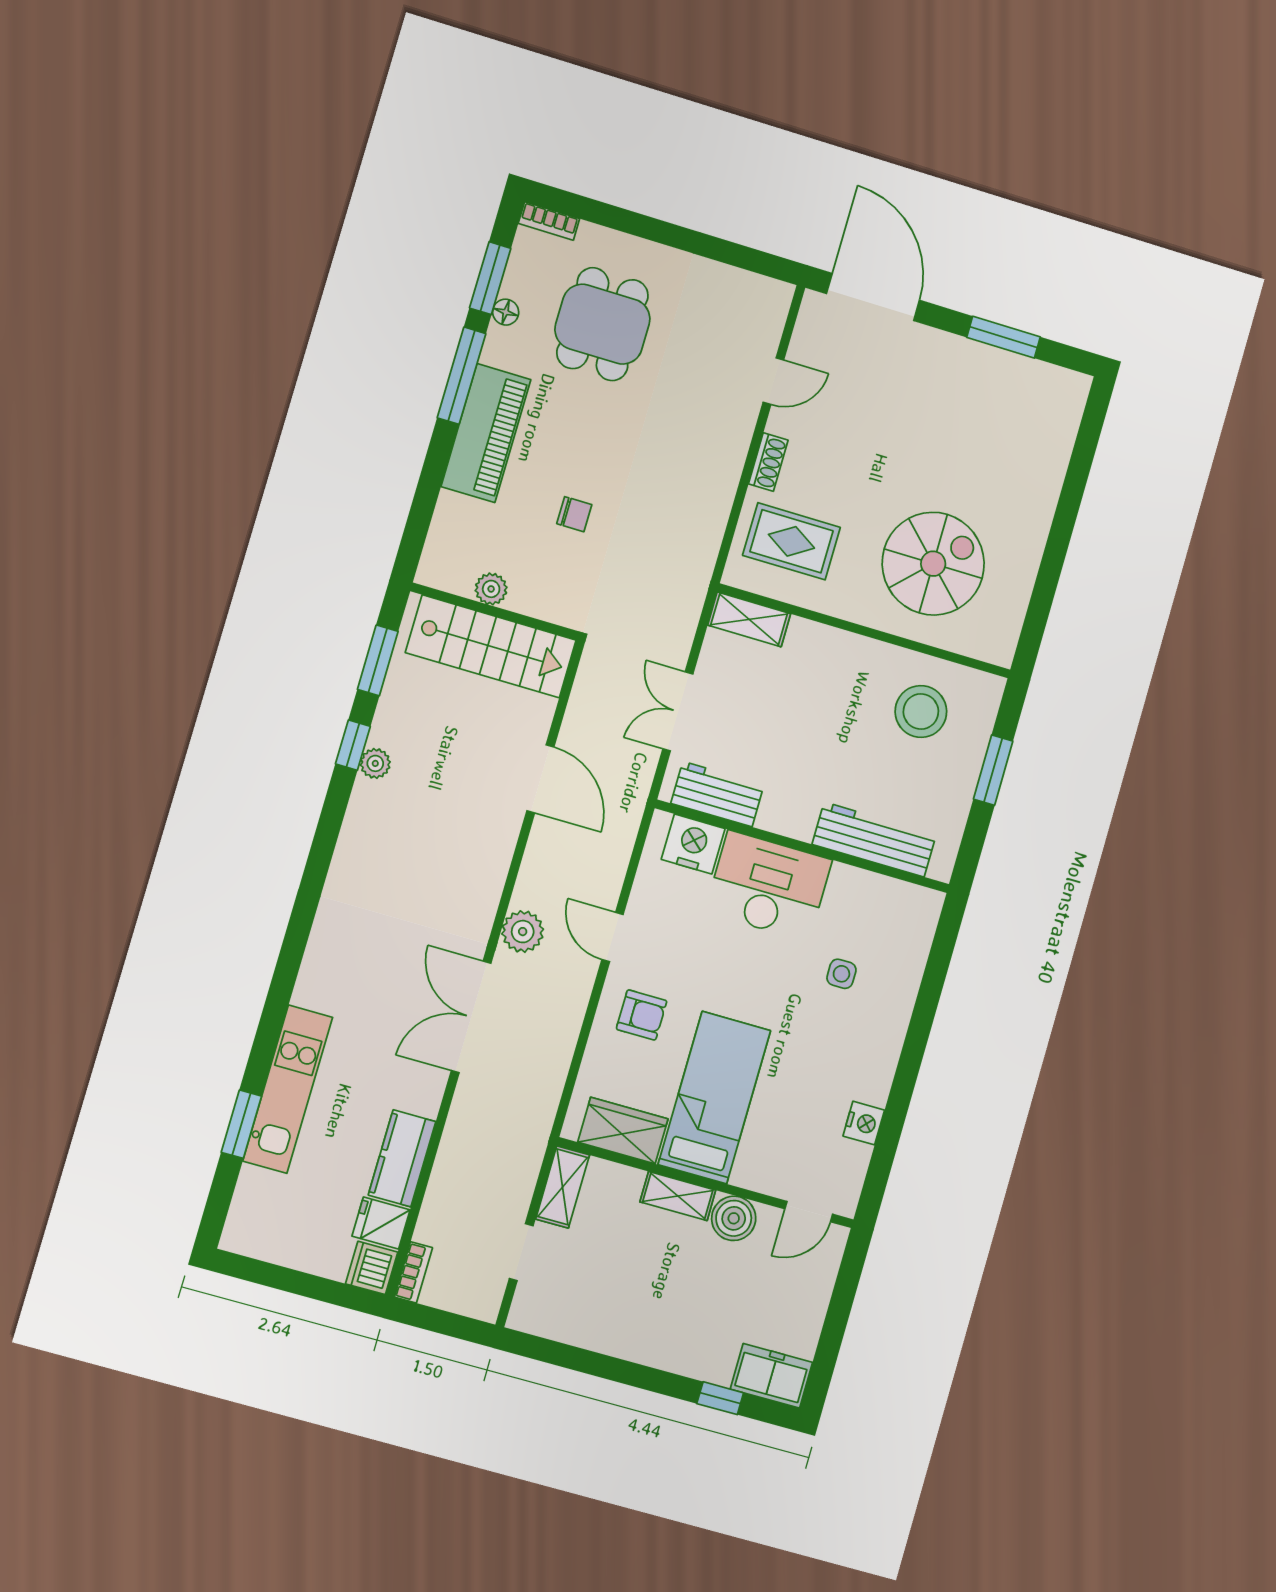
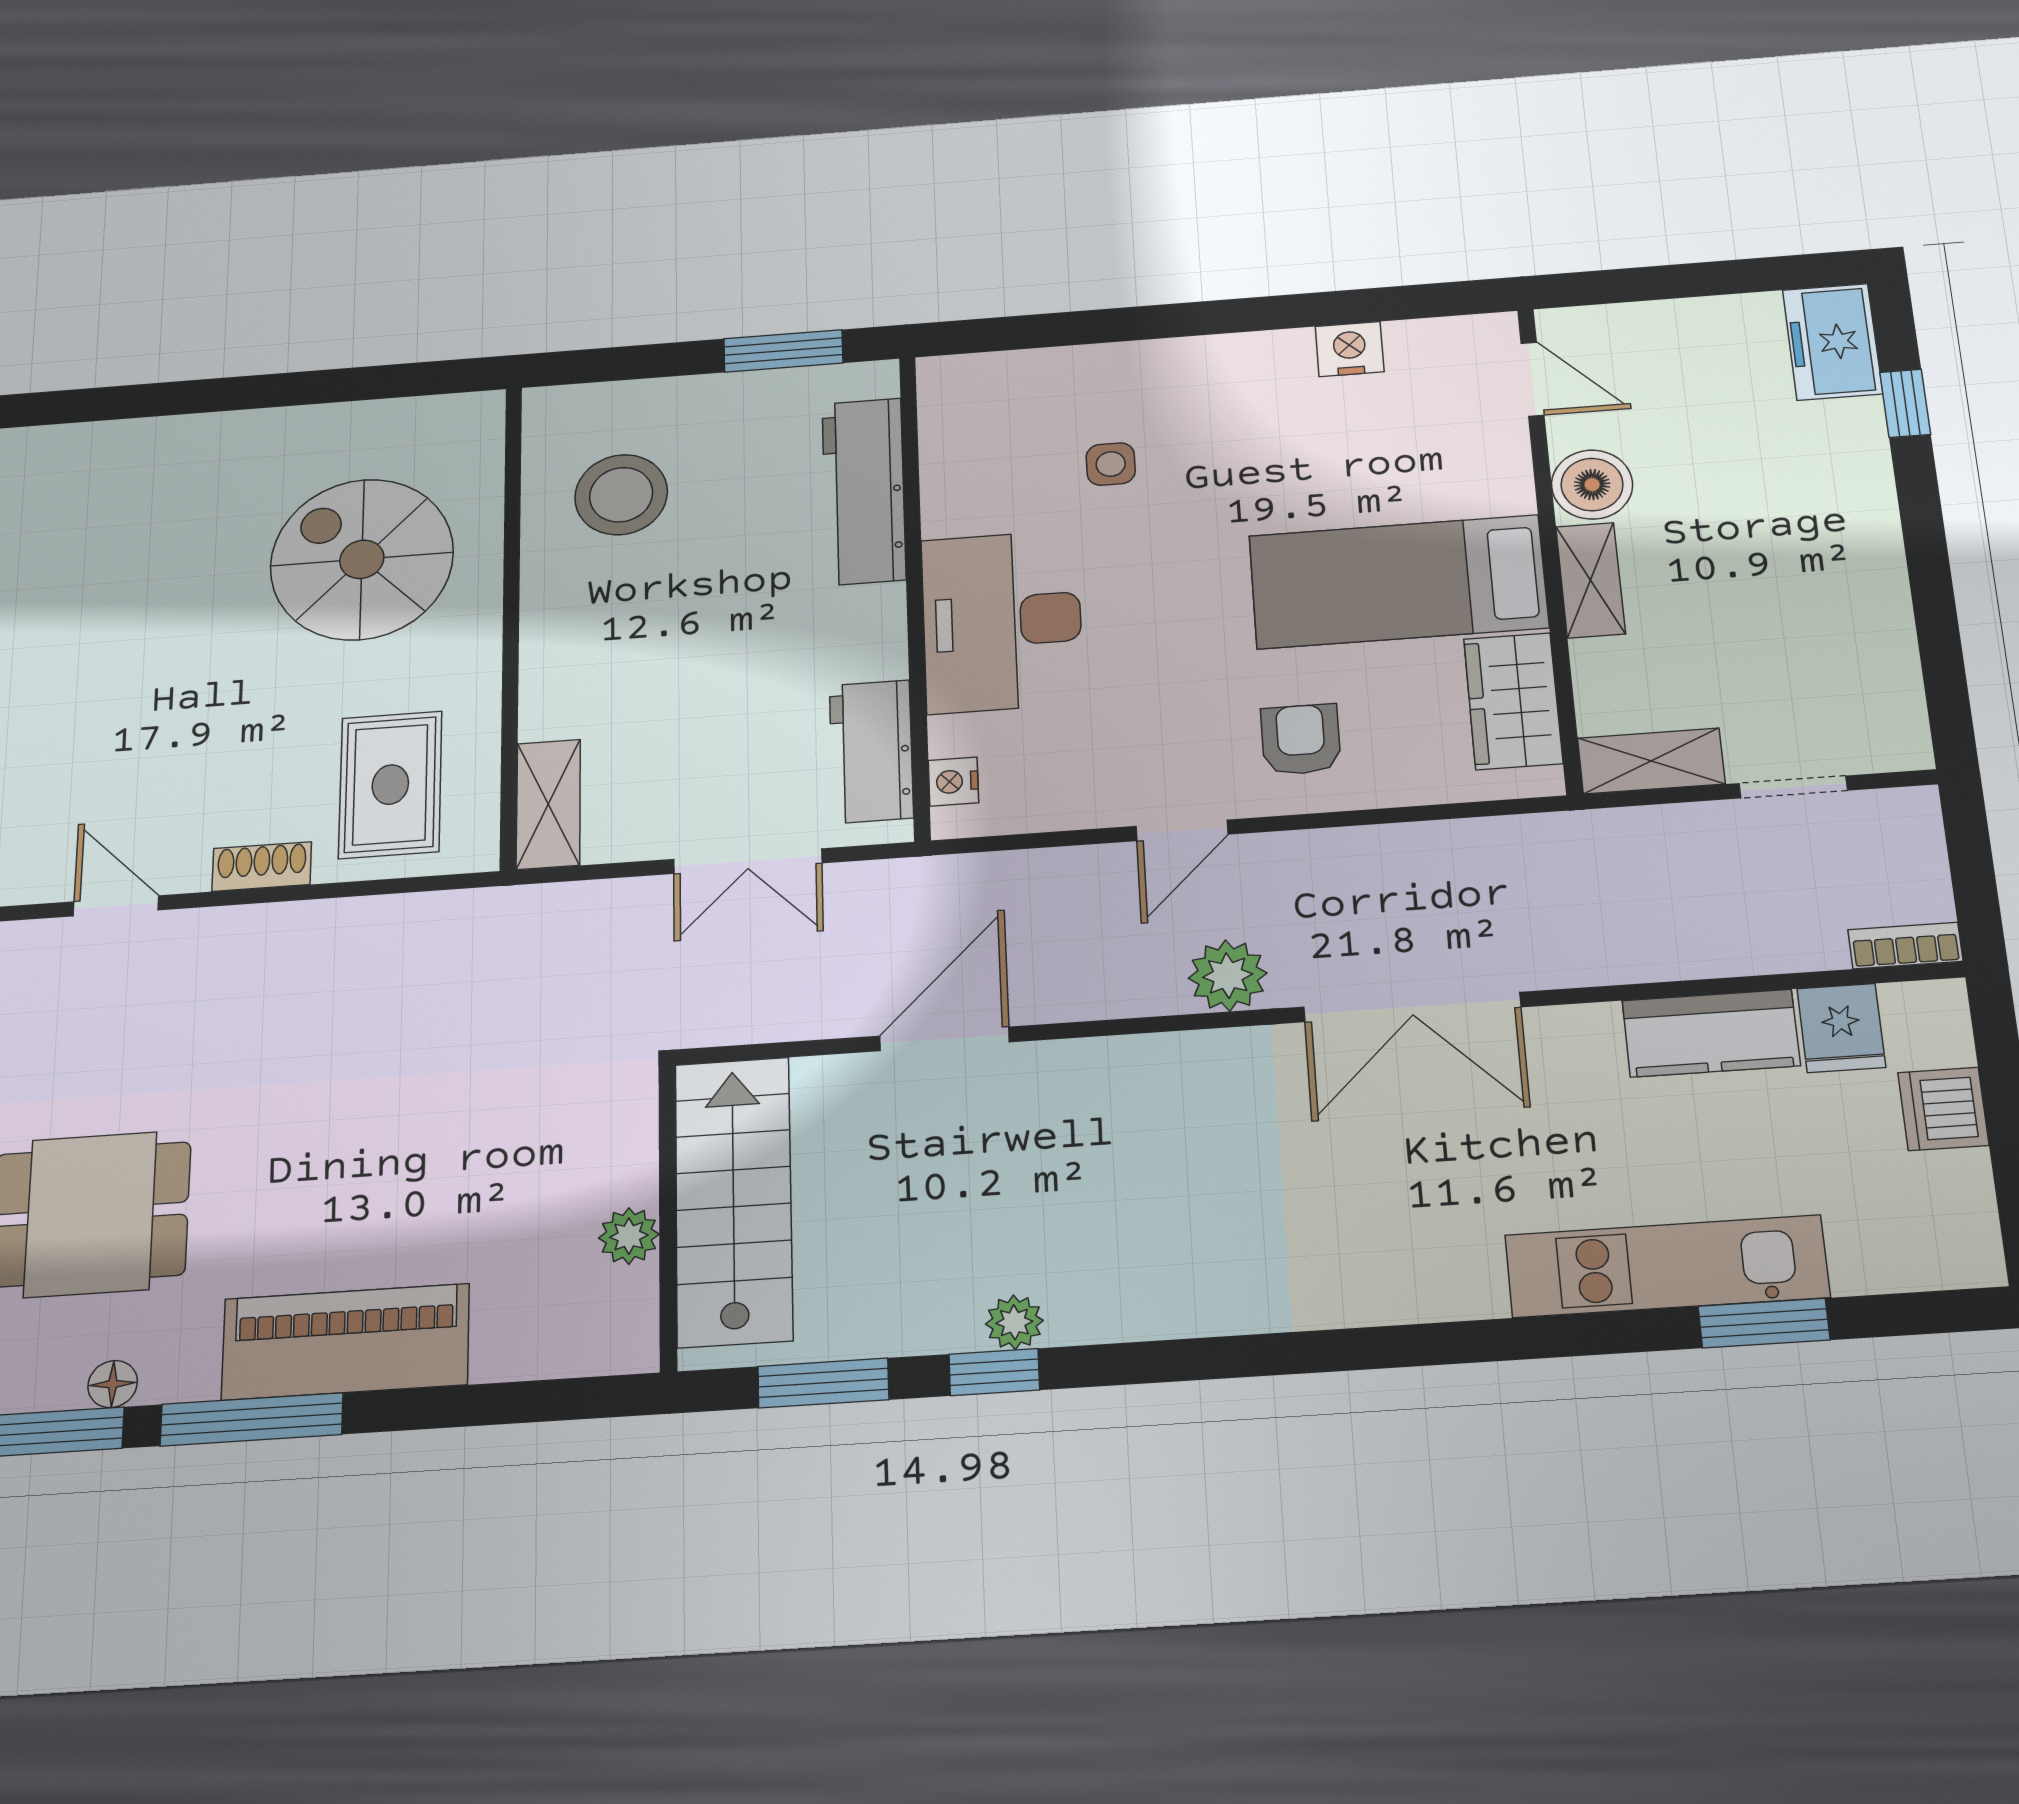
chair: (574, 514) -> (449, 1145), removed
window: (993, 770) -> (783, 351), moved
nightstand: (693, 844) -> (953, 782), width x0.53, depth x0.56
dishwasher: (372, 1268) -> (1943, 1109), moved, turned 90

